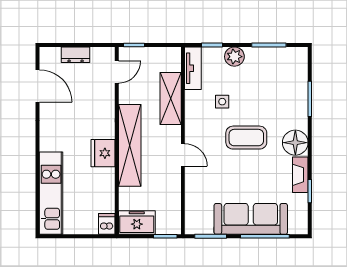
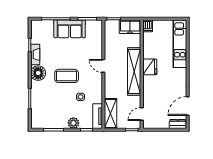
dresser: (76, 55) -> (178, 124), moved
door: (38, 86) -> (188, 106), hinge flipped
shelving: (171, 98) -> (110, 114), moved
sofa: (251, 219) -> (70, 29), width x0.73

